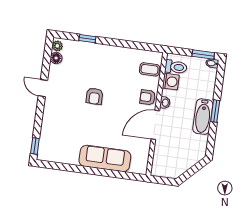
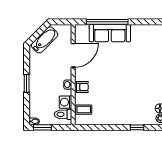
armchair: (94, 96) -> (125, 82), removed
bathtub: (203, 117) -> (45, 40), moved, turned 45
door: (155, 125) -> (73, 55), moved
window: (106, 173) -> (107, 22), added

